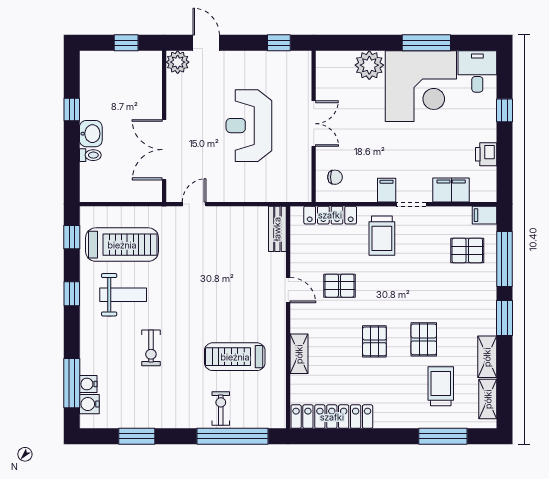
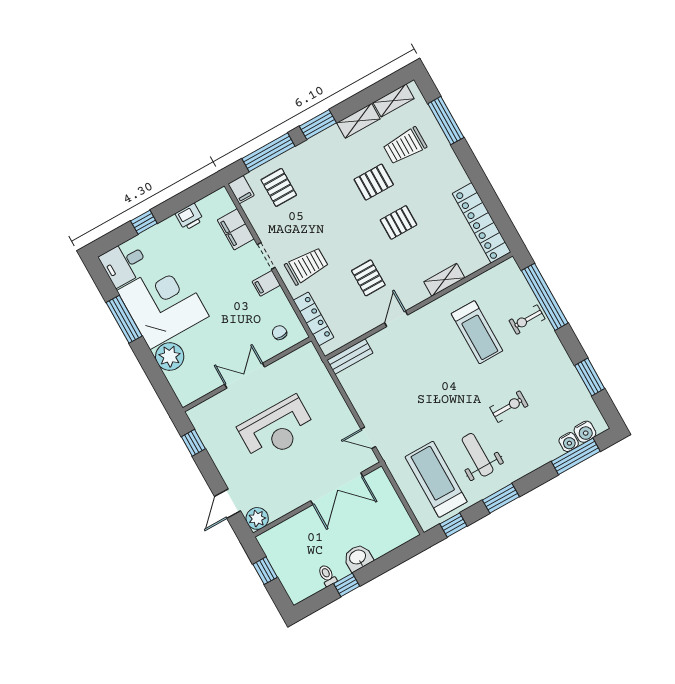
toilet: (90, 155) -> (327, 575), moved
window: (72, 294) -> (501, 498), width x1.50

